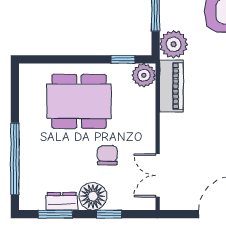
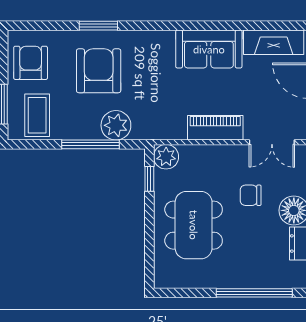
plant: (174, 44) -> (116, 125), moved
piano: (171, 86) -> (215, 128), moved

